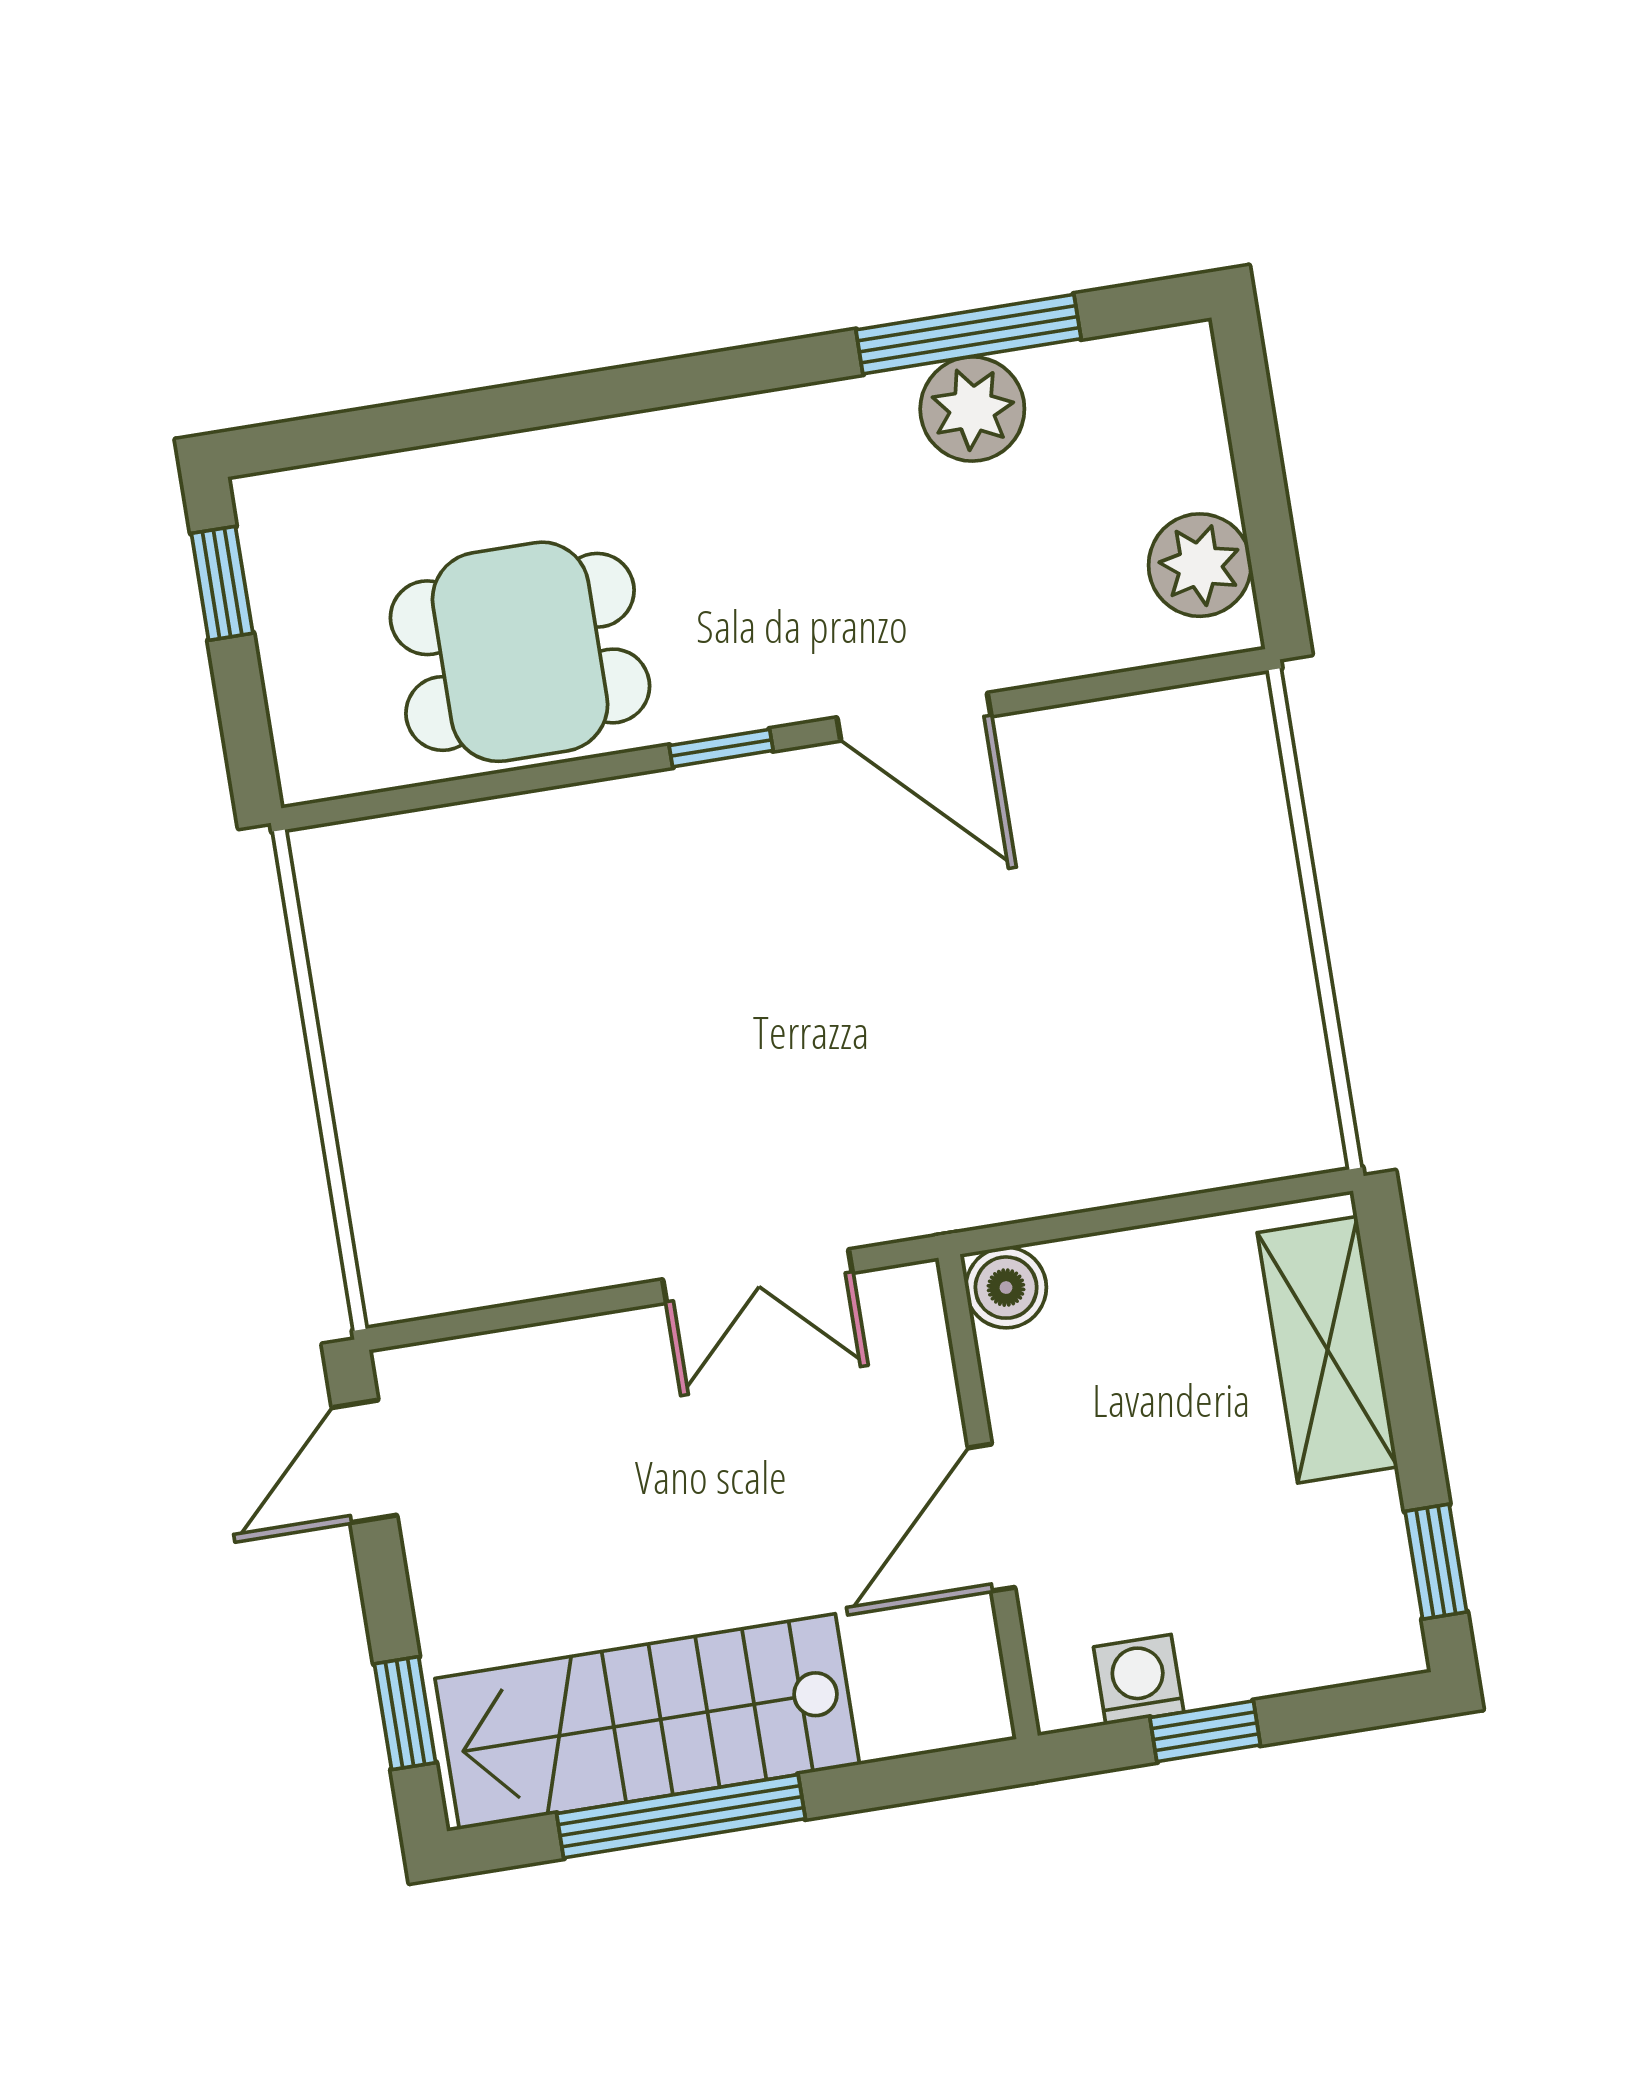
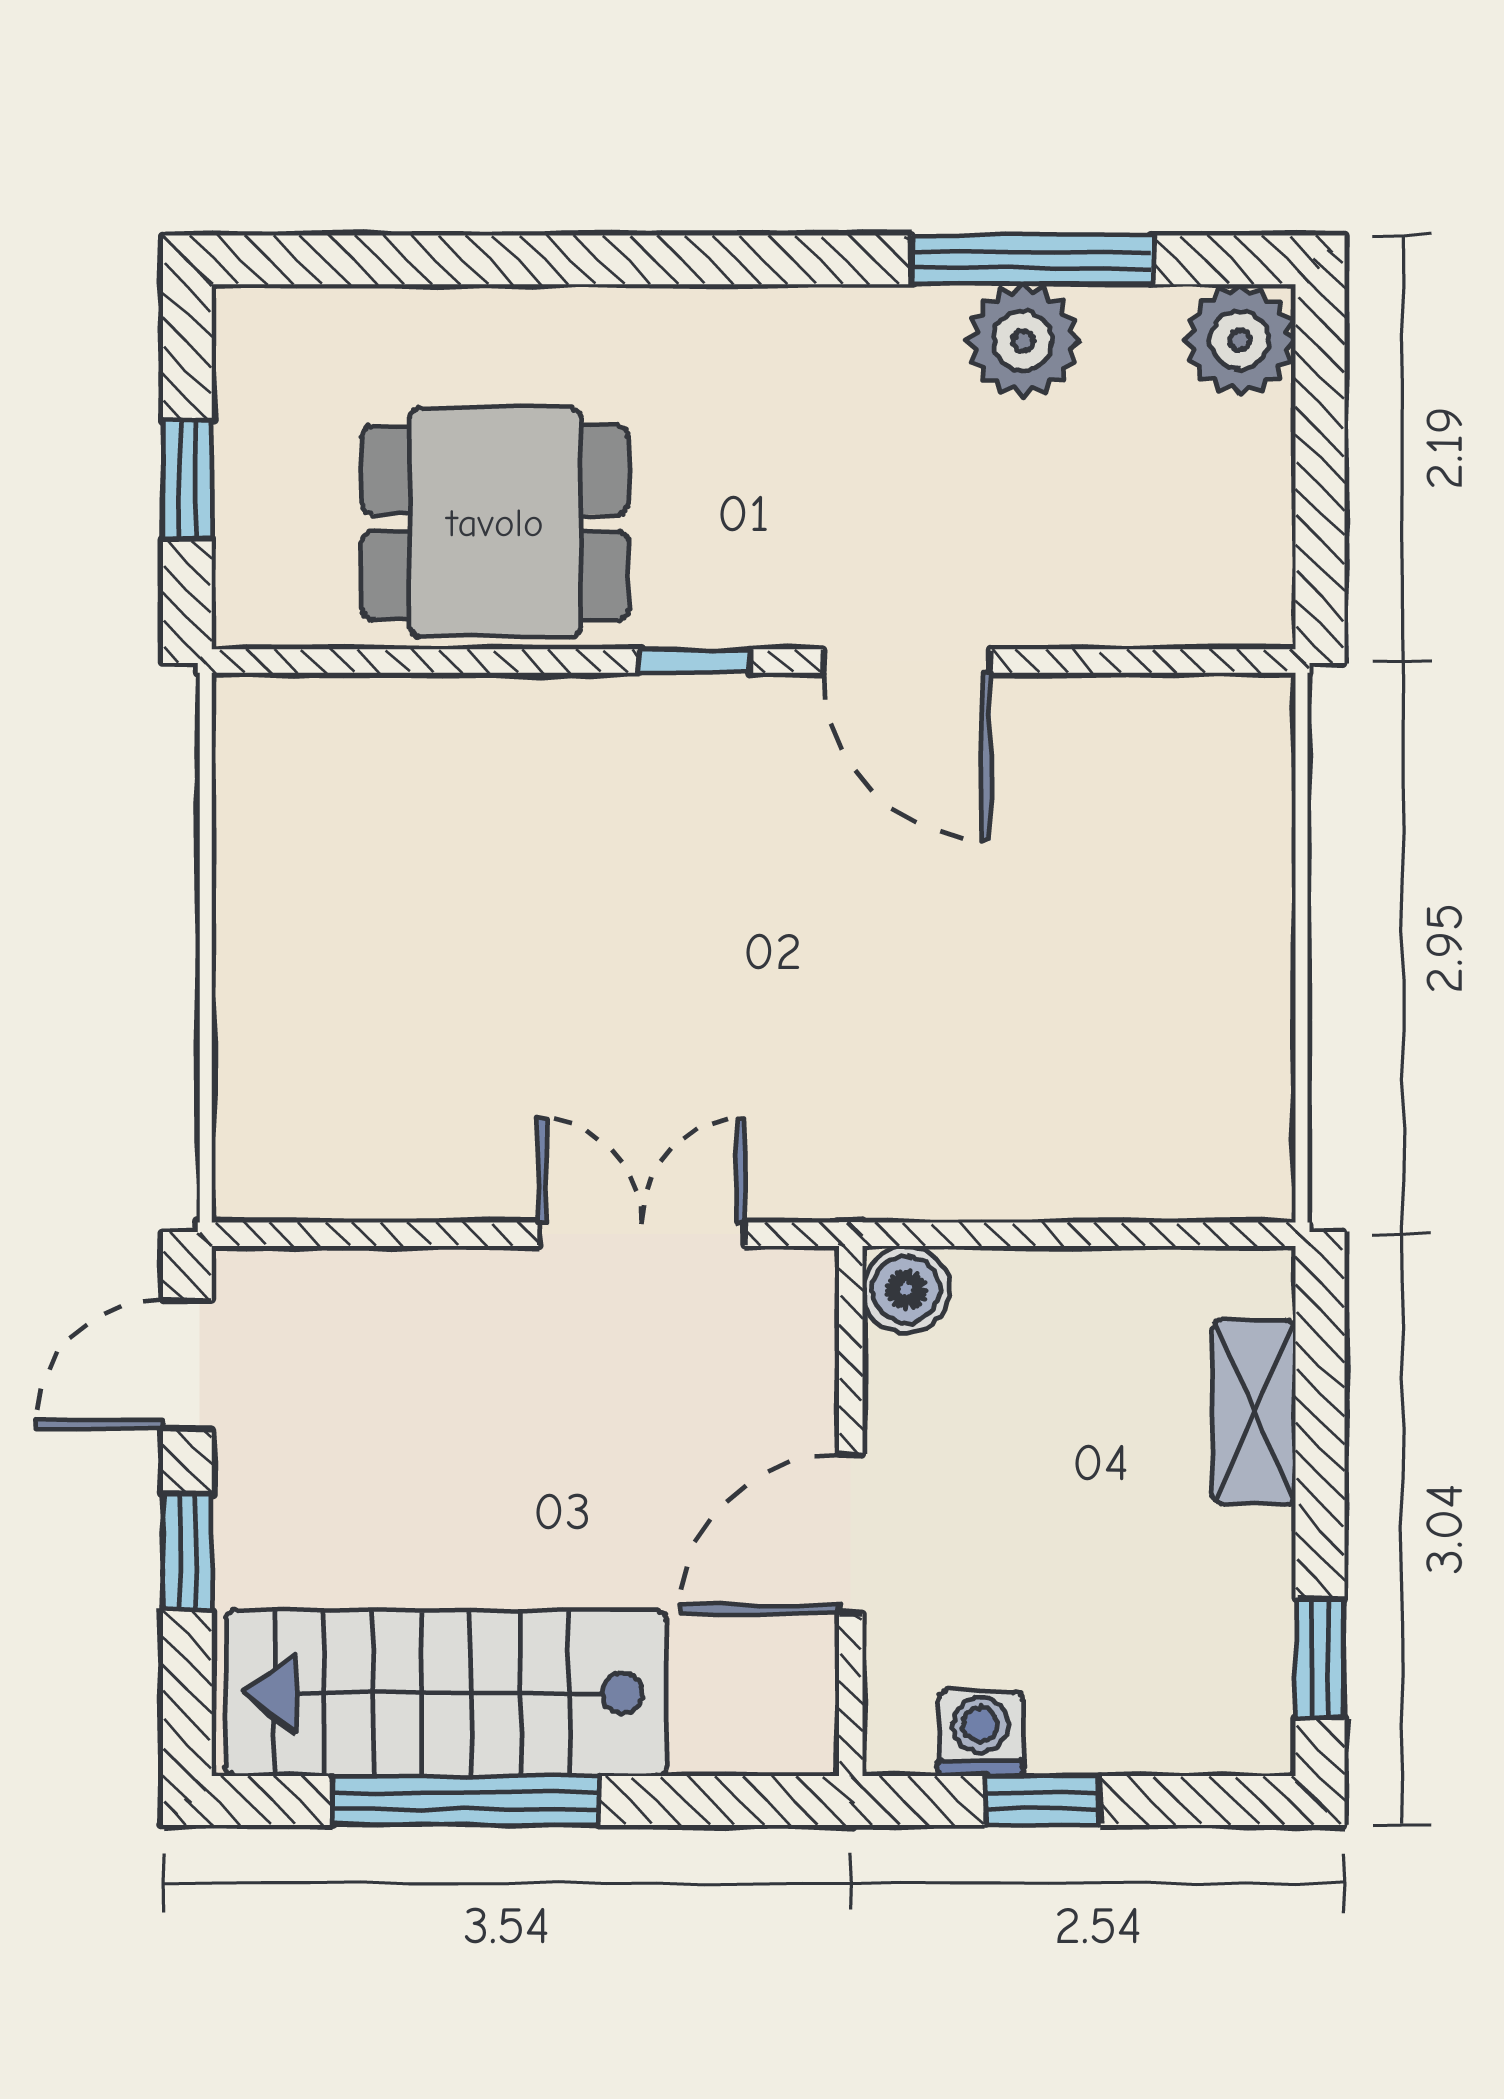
plant: (1200, 565) -> (1240, 340), moved
window: (222, 583) -> (187, 480), moved
double door: (757, 1276) -> (642, 1234), swing flipped
shelving: (1327, 1350) -> (1254, 1412), width x0.67, depth x0.75
window: (405, 1713) -> (187, 1551), moved

